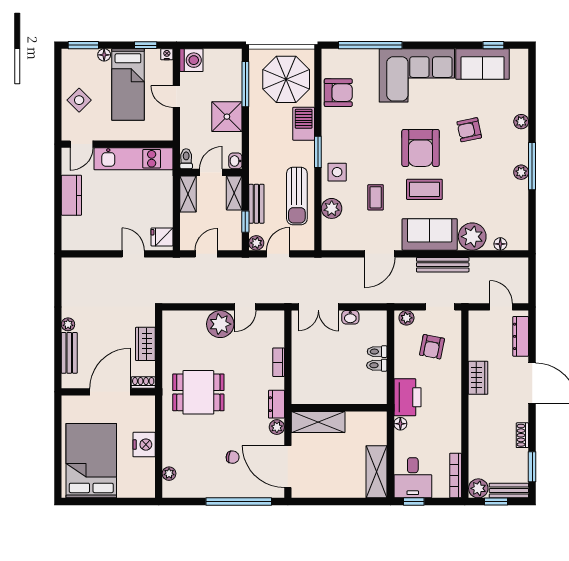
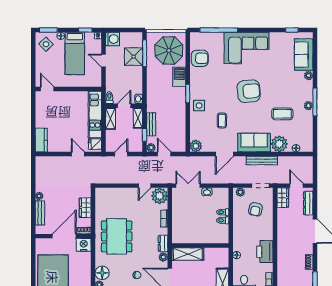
sofa: (483, 64) -> (304, 55), moved, turned 90
side table: (79, 100) -> (46, 44), moved
shower: (227, 117) -> (134, 57), moved
armchair: (469, 130) -> (278, 80), removed
door: (81, 144) -> (47, 89), swing flipped
armchair: (421, 148) -> (249, 91), turned -95
kitchen unit: (133, 159) -> (95, 114), moved, turned 90
coffee table: (424, 189) -> (282, 114), moved
kitchen counter: (71, 195) -> (41, 140), moved
sun lounger: (297, 196) -> (175, 120), removed
plant: (332, 208) -> (196, 146), moved
door: (278, 254) -> (164, 154), hinge flipped
double door: (318, 307) -> (188, 186), swing flipped
plant: (220, 324) -> (160, 196), moved
wardrobe: (478, 378) -> (283, 198), moved
dining table: (198, 392) -> (117, 236), width x1.38
printer: (407, 397) -> (265, 252), moved, turned 180
nightstand: (144, 445) -> (84, 245), moved, turned -90
floor lamp: (174, 454) -> (102, 273), added

